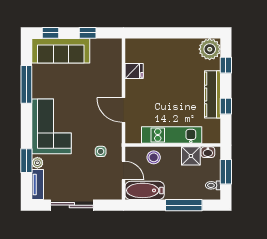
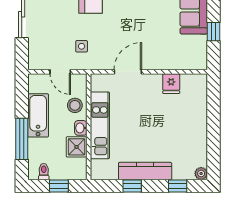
plant: (210, 49) -> (201, 173), width x0.53, depth x0.53
washbasin: (208, 152) -> (81, 128), moved
door: (123, 171) -> (60, 72), hinge flipped
window: (226, 172) -> (59, 186), width x0.67
bathtub: (145, 190) -> (38, 115), moved

